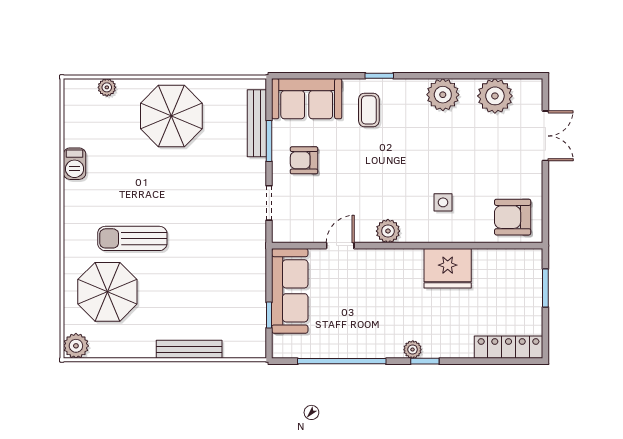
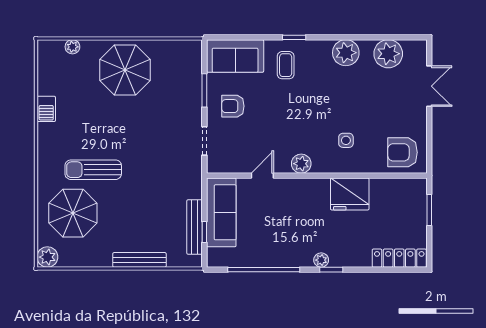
bench: (257, 123) -> (195, 227), moved

